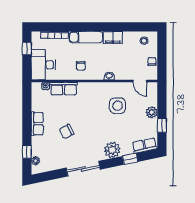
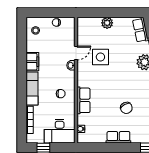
door: (140, 81) -> (76, 53), moved
row of seats: (64, 89) -> (83, 100), moved
window: (162, 125) -> (120, 13), removed

